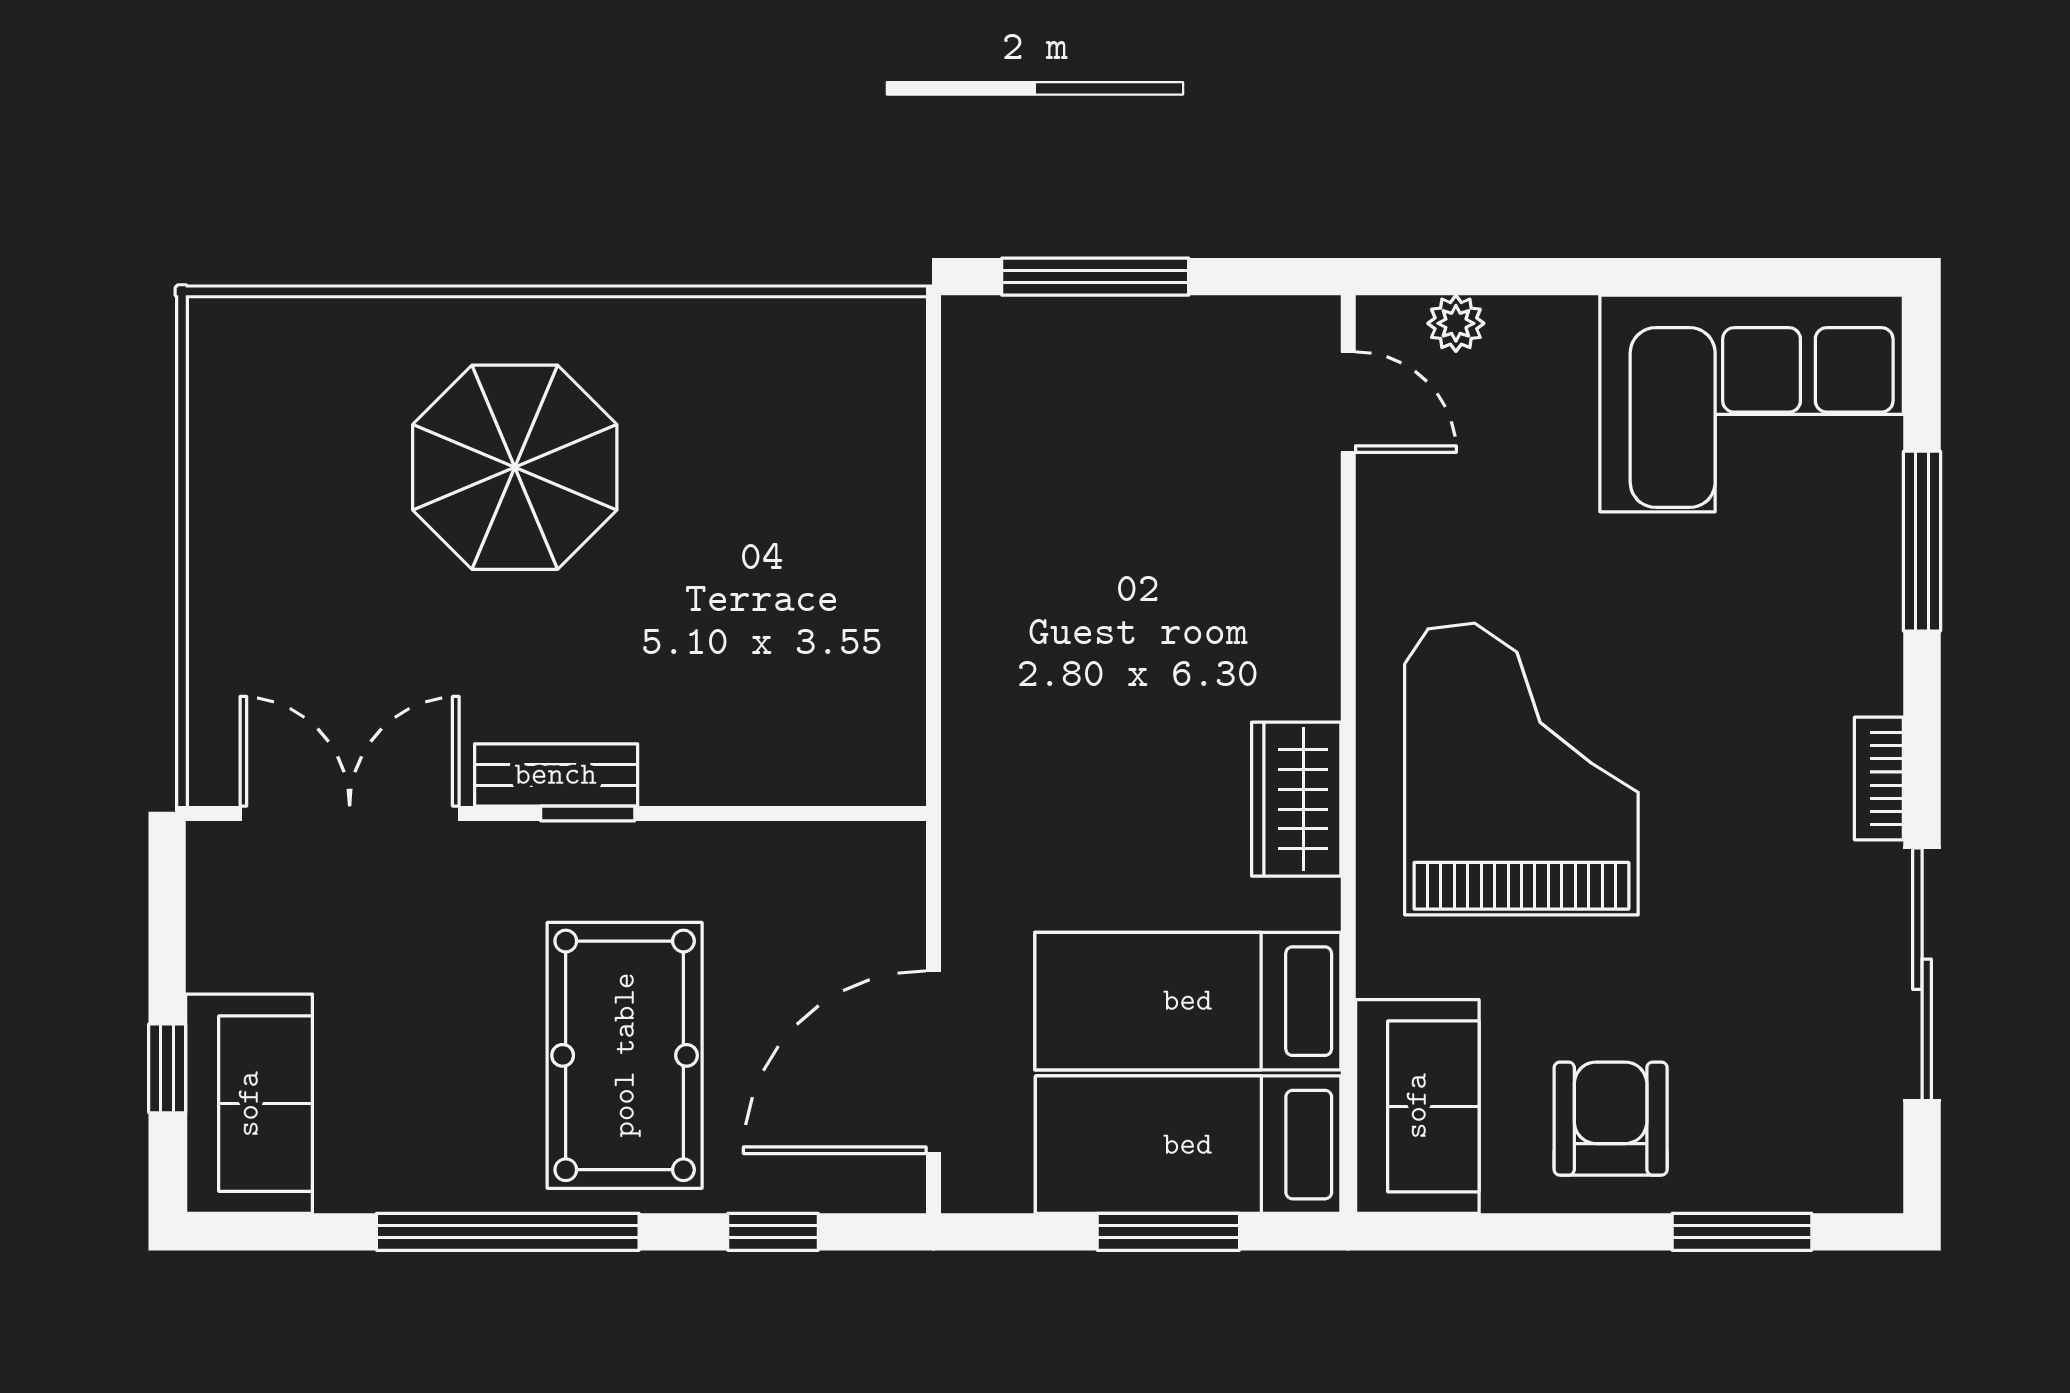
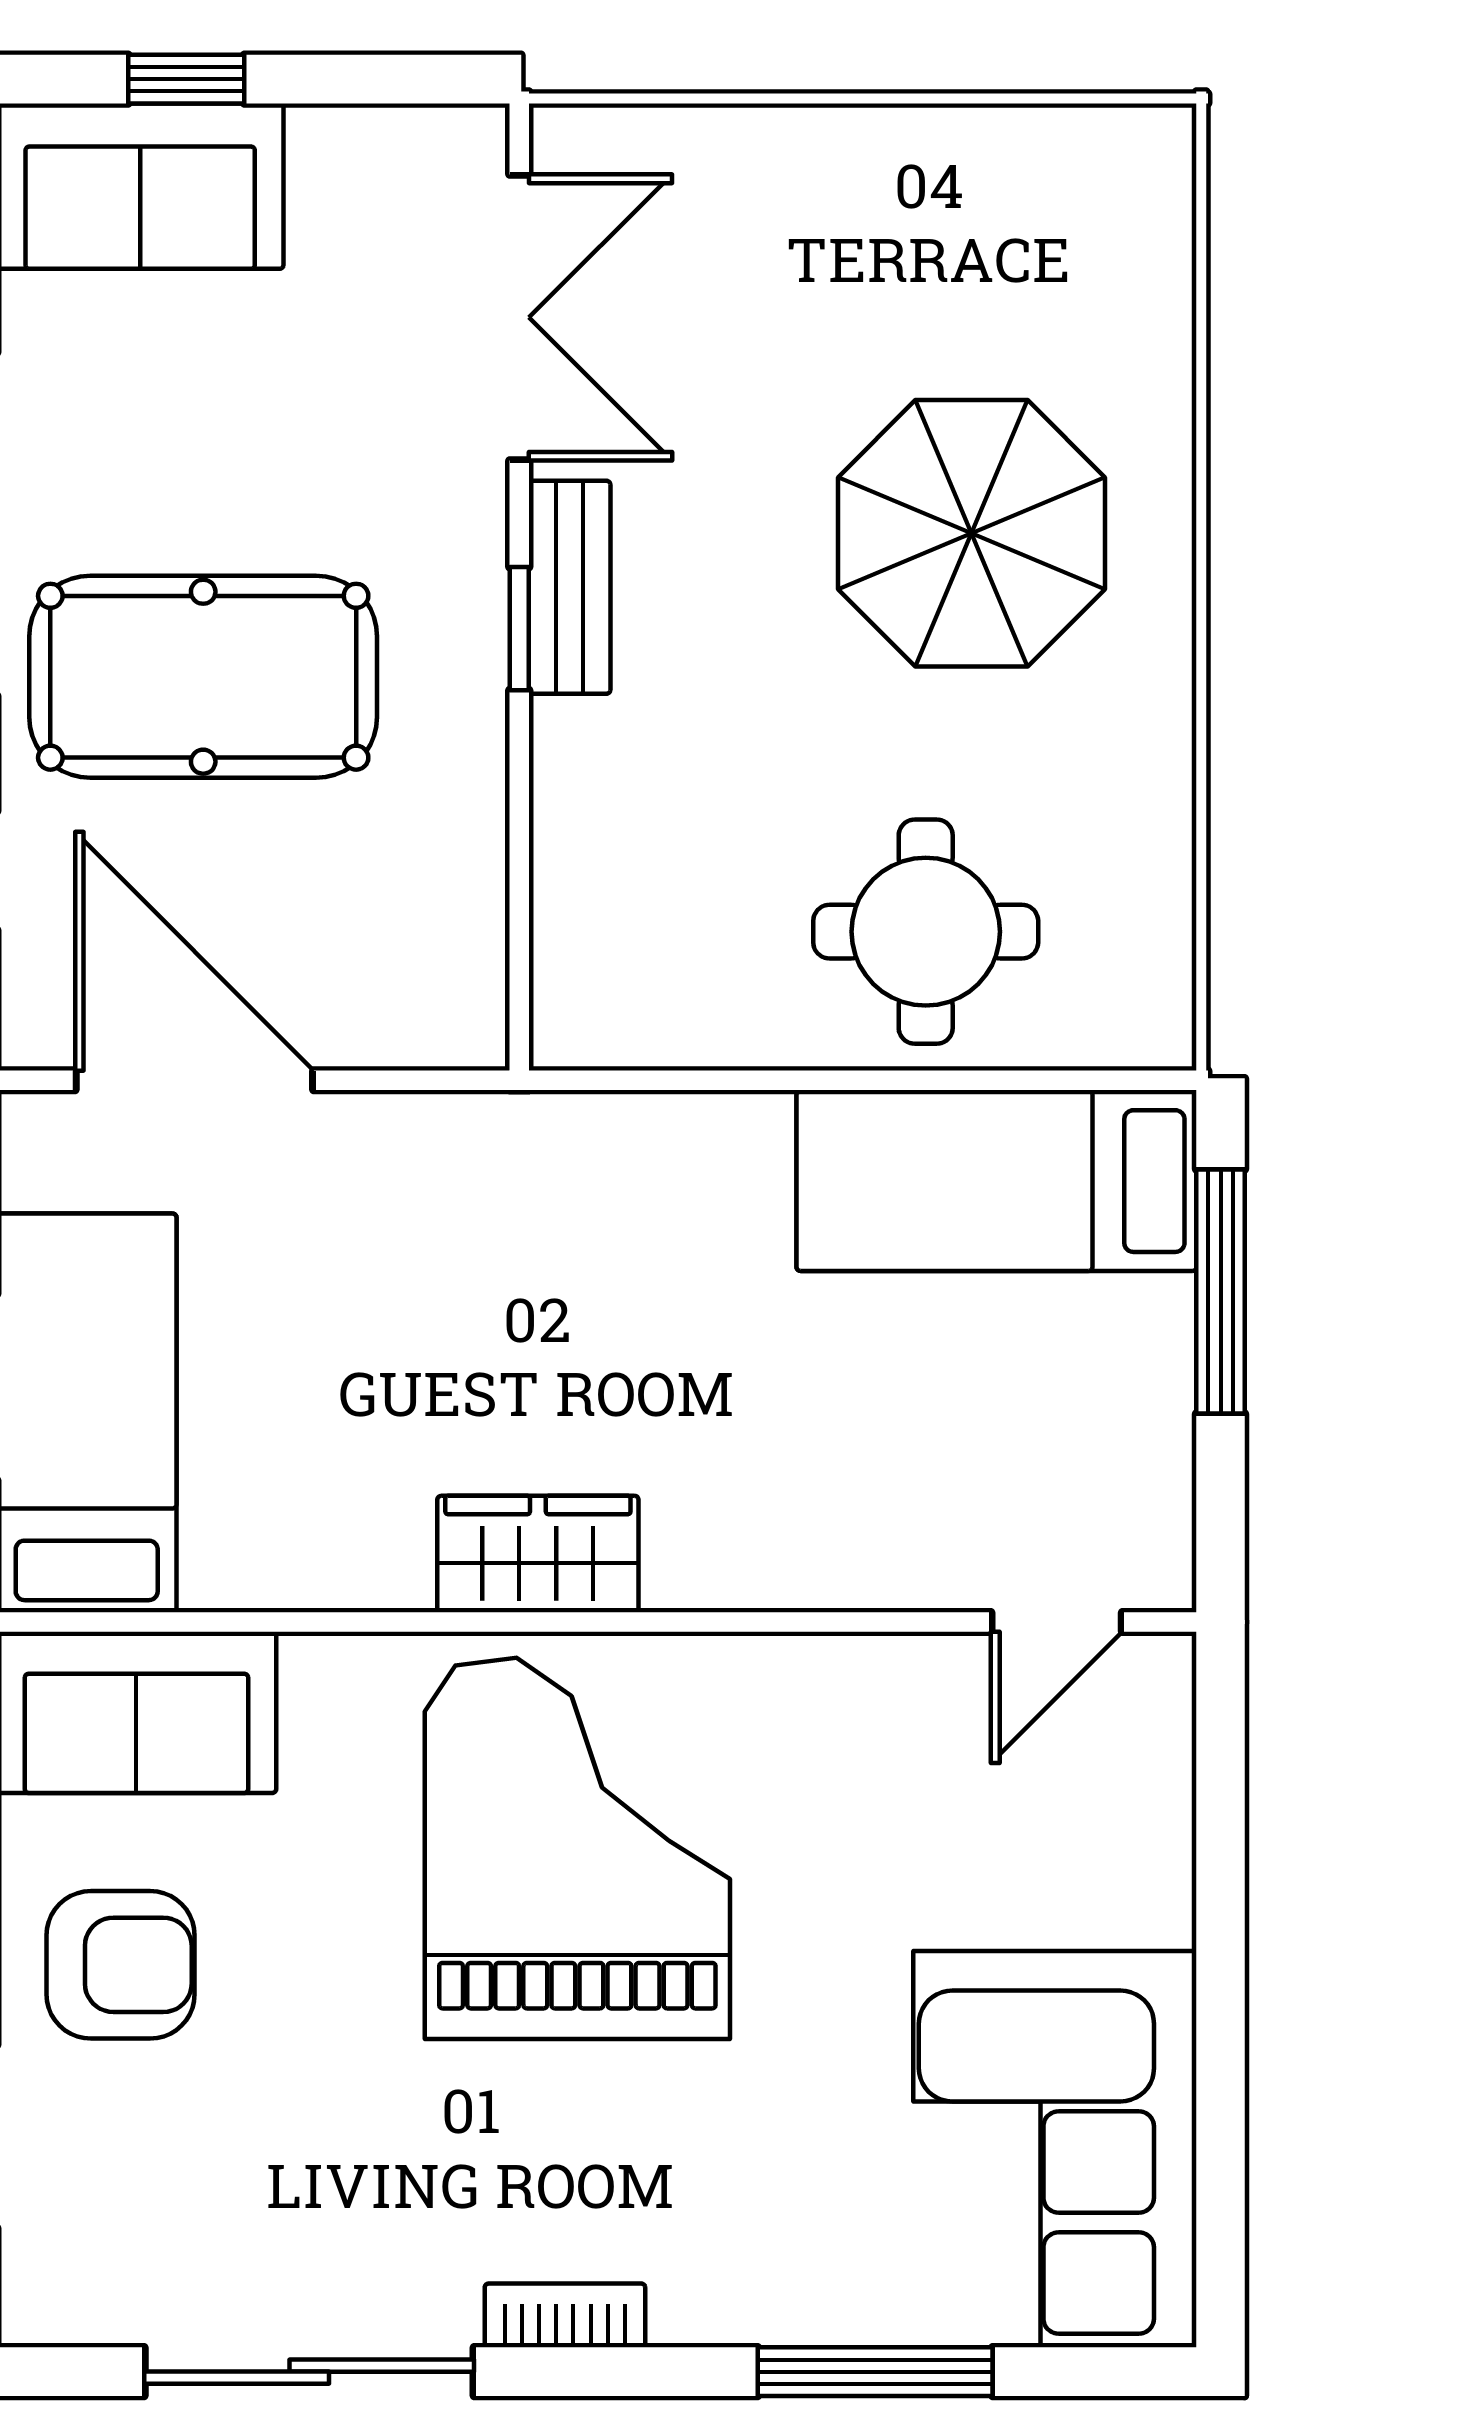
plant: (1456, 323) -> (1160, 1763), removed
round table: (820, 502) -> (926, 932), added
grand piano: (1521, 769) -> (577, 1848), turned -90
bed: (1188, 1001) -> (997, 1181), moved, turned -90

